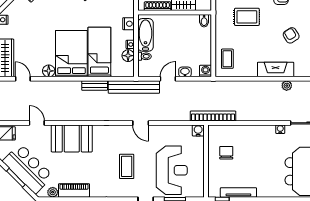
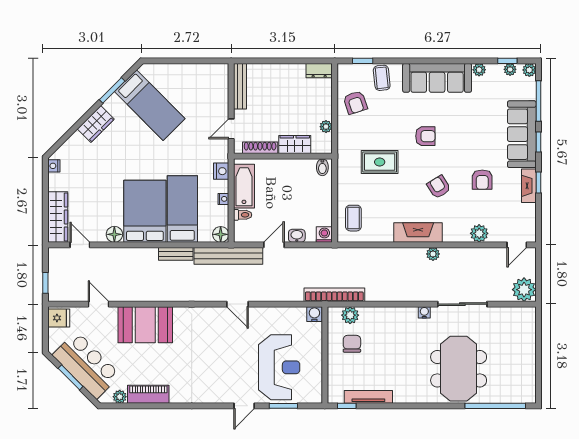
floor lamp: (128, 56) -> (221, 234), moved
plant: (225, 131) -> (350, 315), added
coffee table: (127, 166) -> (219, 362), removed

